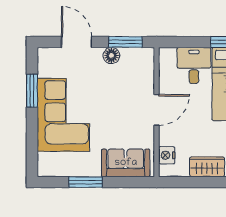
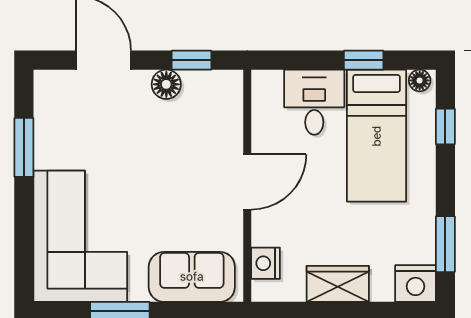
window: (125, 42) -> (191, 60), width x0.67
corner sofa: (63, 115) -> (80, 236), moved

